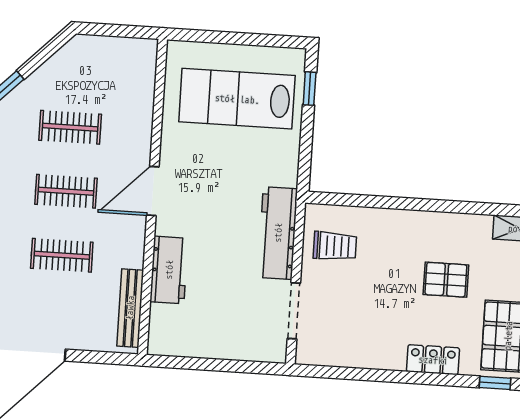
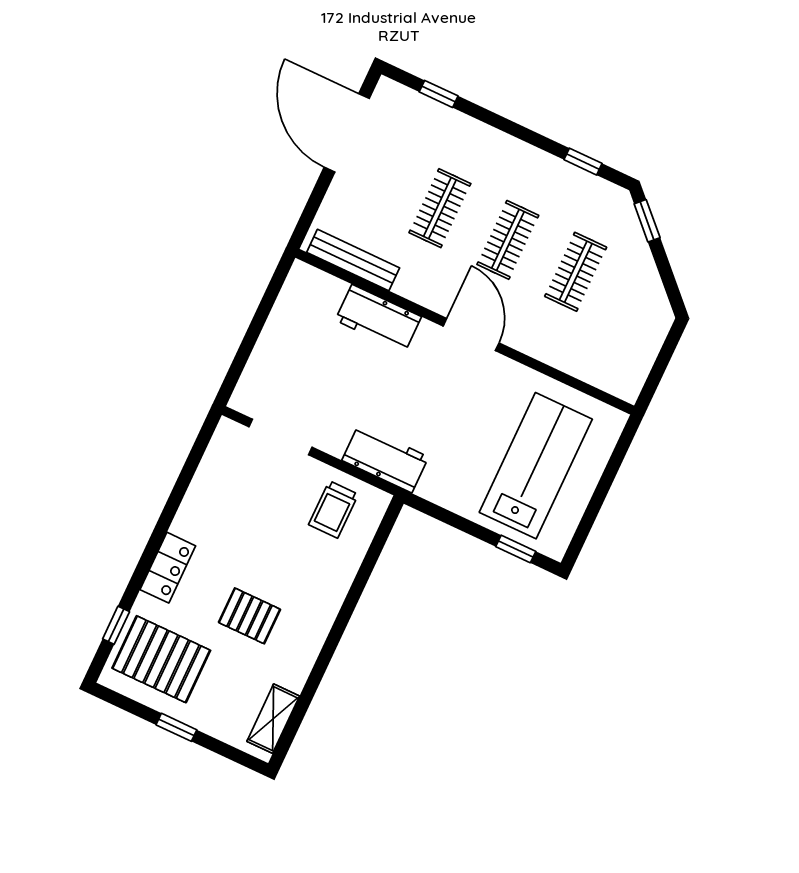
workbench: (278, 233) -> (385, 459), width x0.73
pallet: (446, 280) -> (249, 616), turned 90

